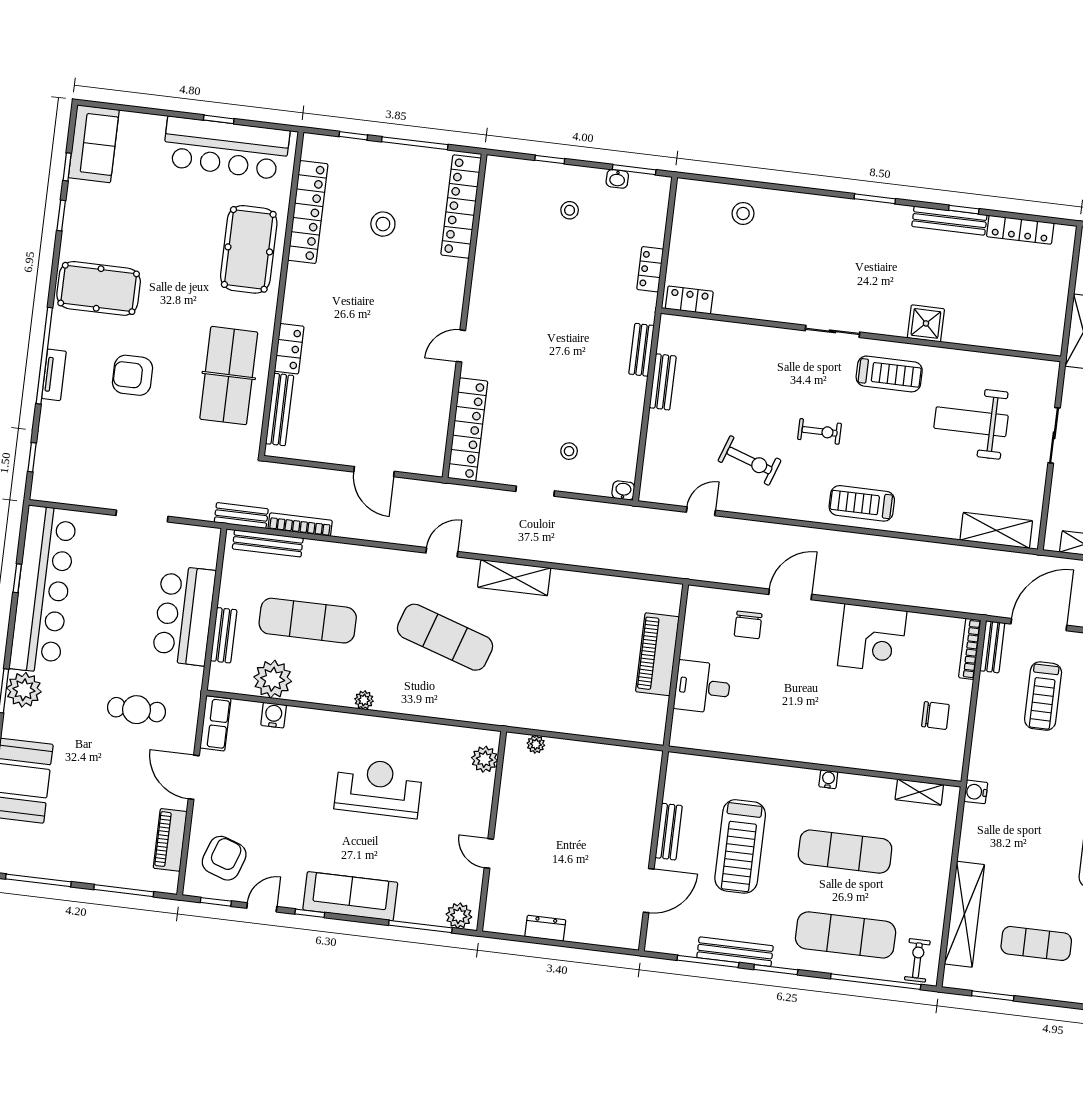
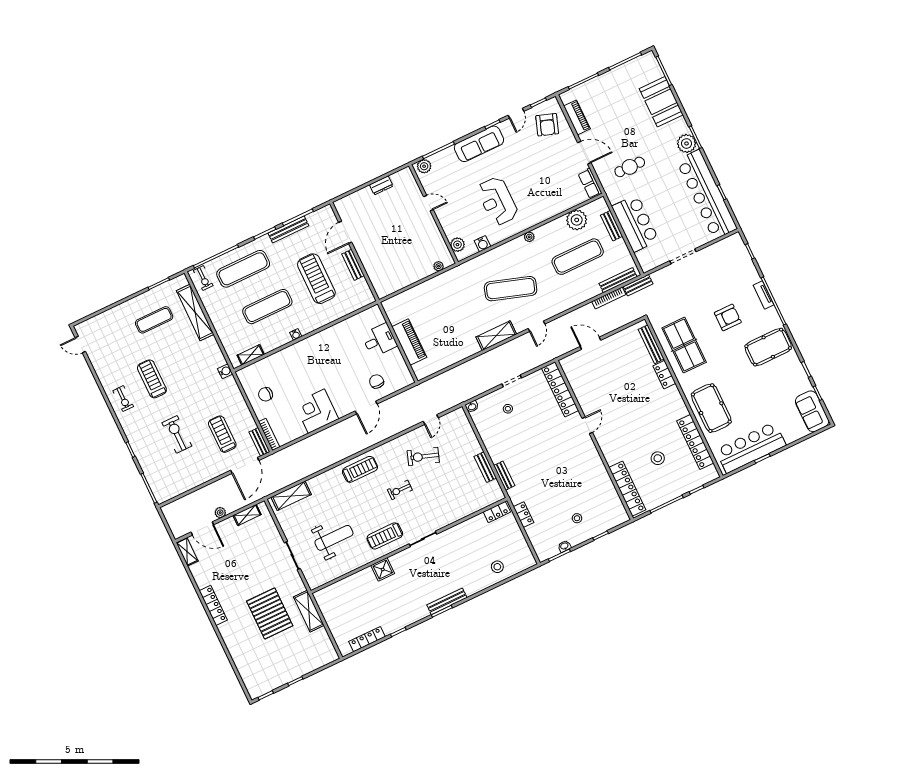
bench: (949, 221) -> (447, 601), moved
water cooler: (274, 715) -> (482, 244), moved
reception desk: (379, 788) -> (497, 201), turned 90

